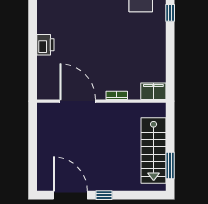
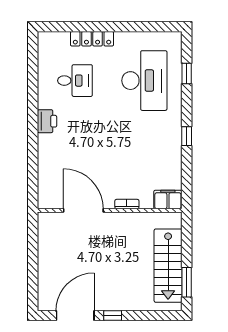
window: (170, 13) -> (187, 136), moved
printer: (45, 45) -> (47, 121), moved
door: (70, 195) -> (75, 316), hinge flipped

